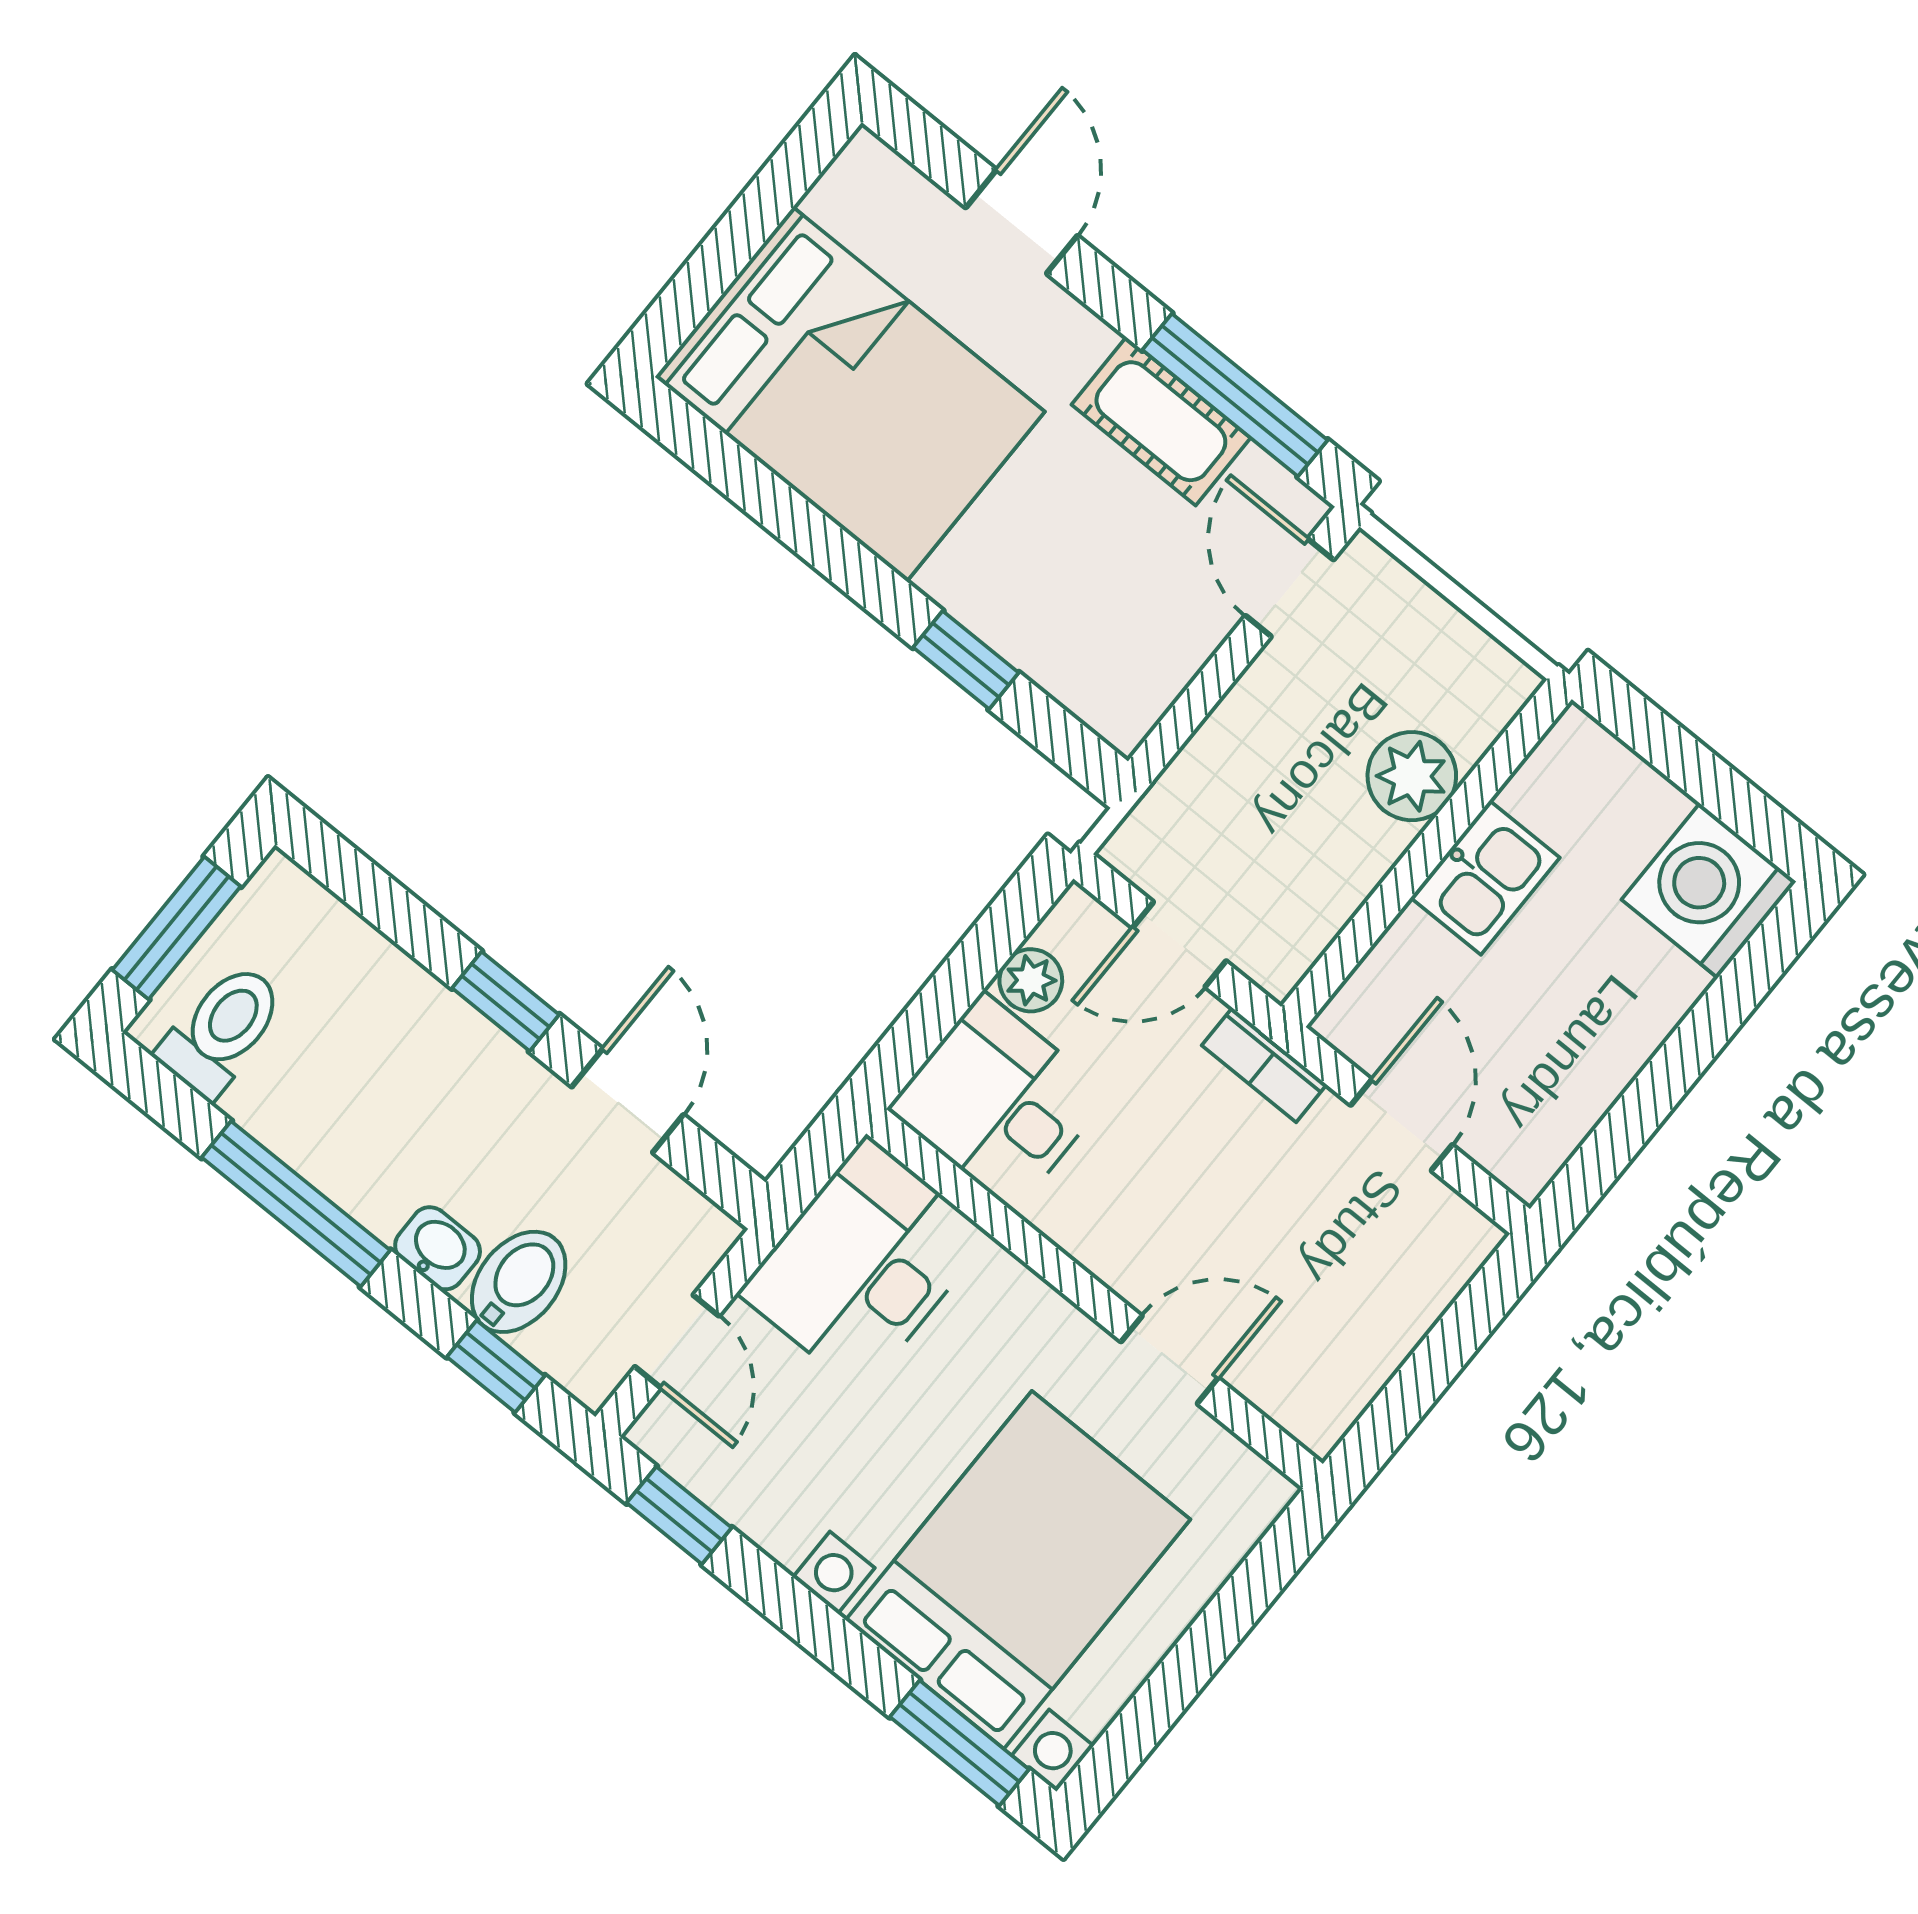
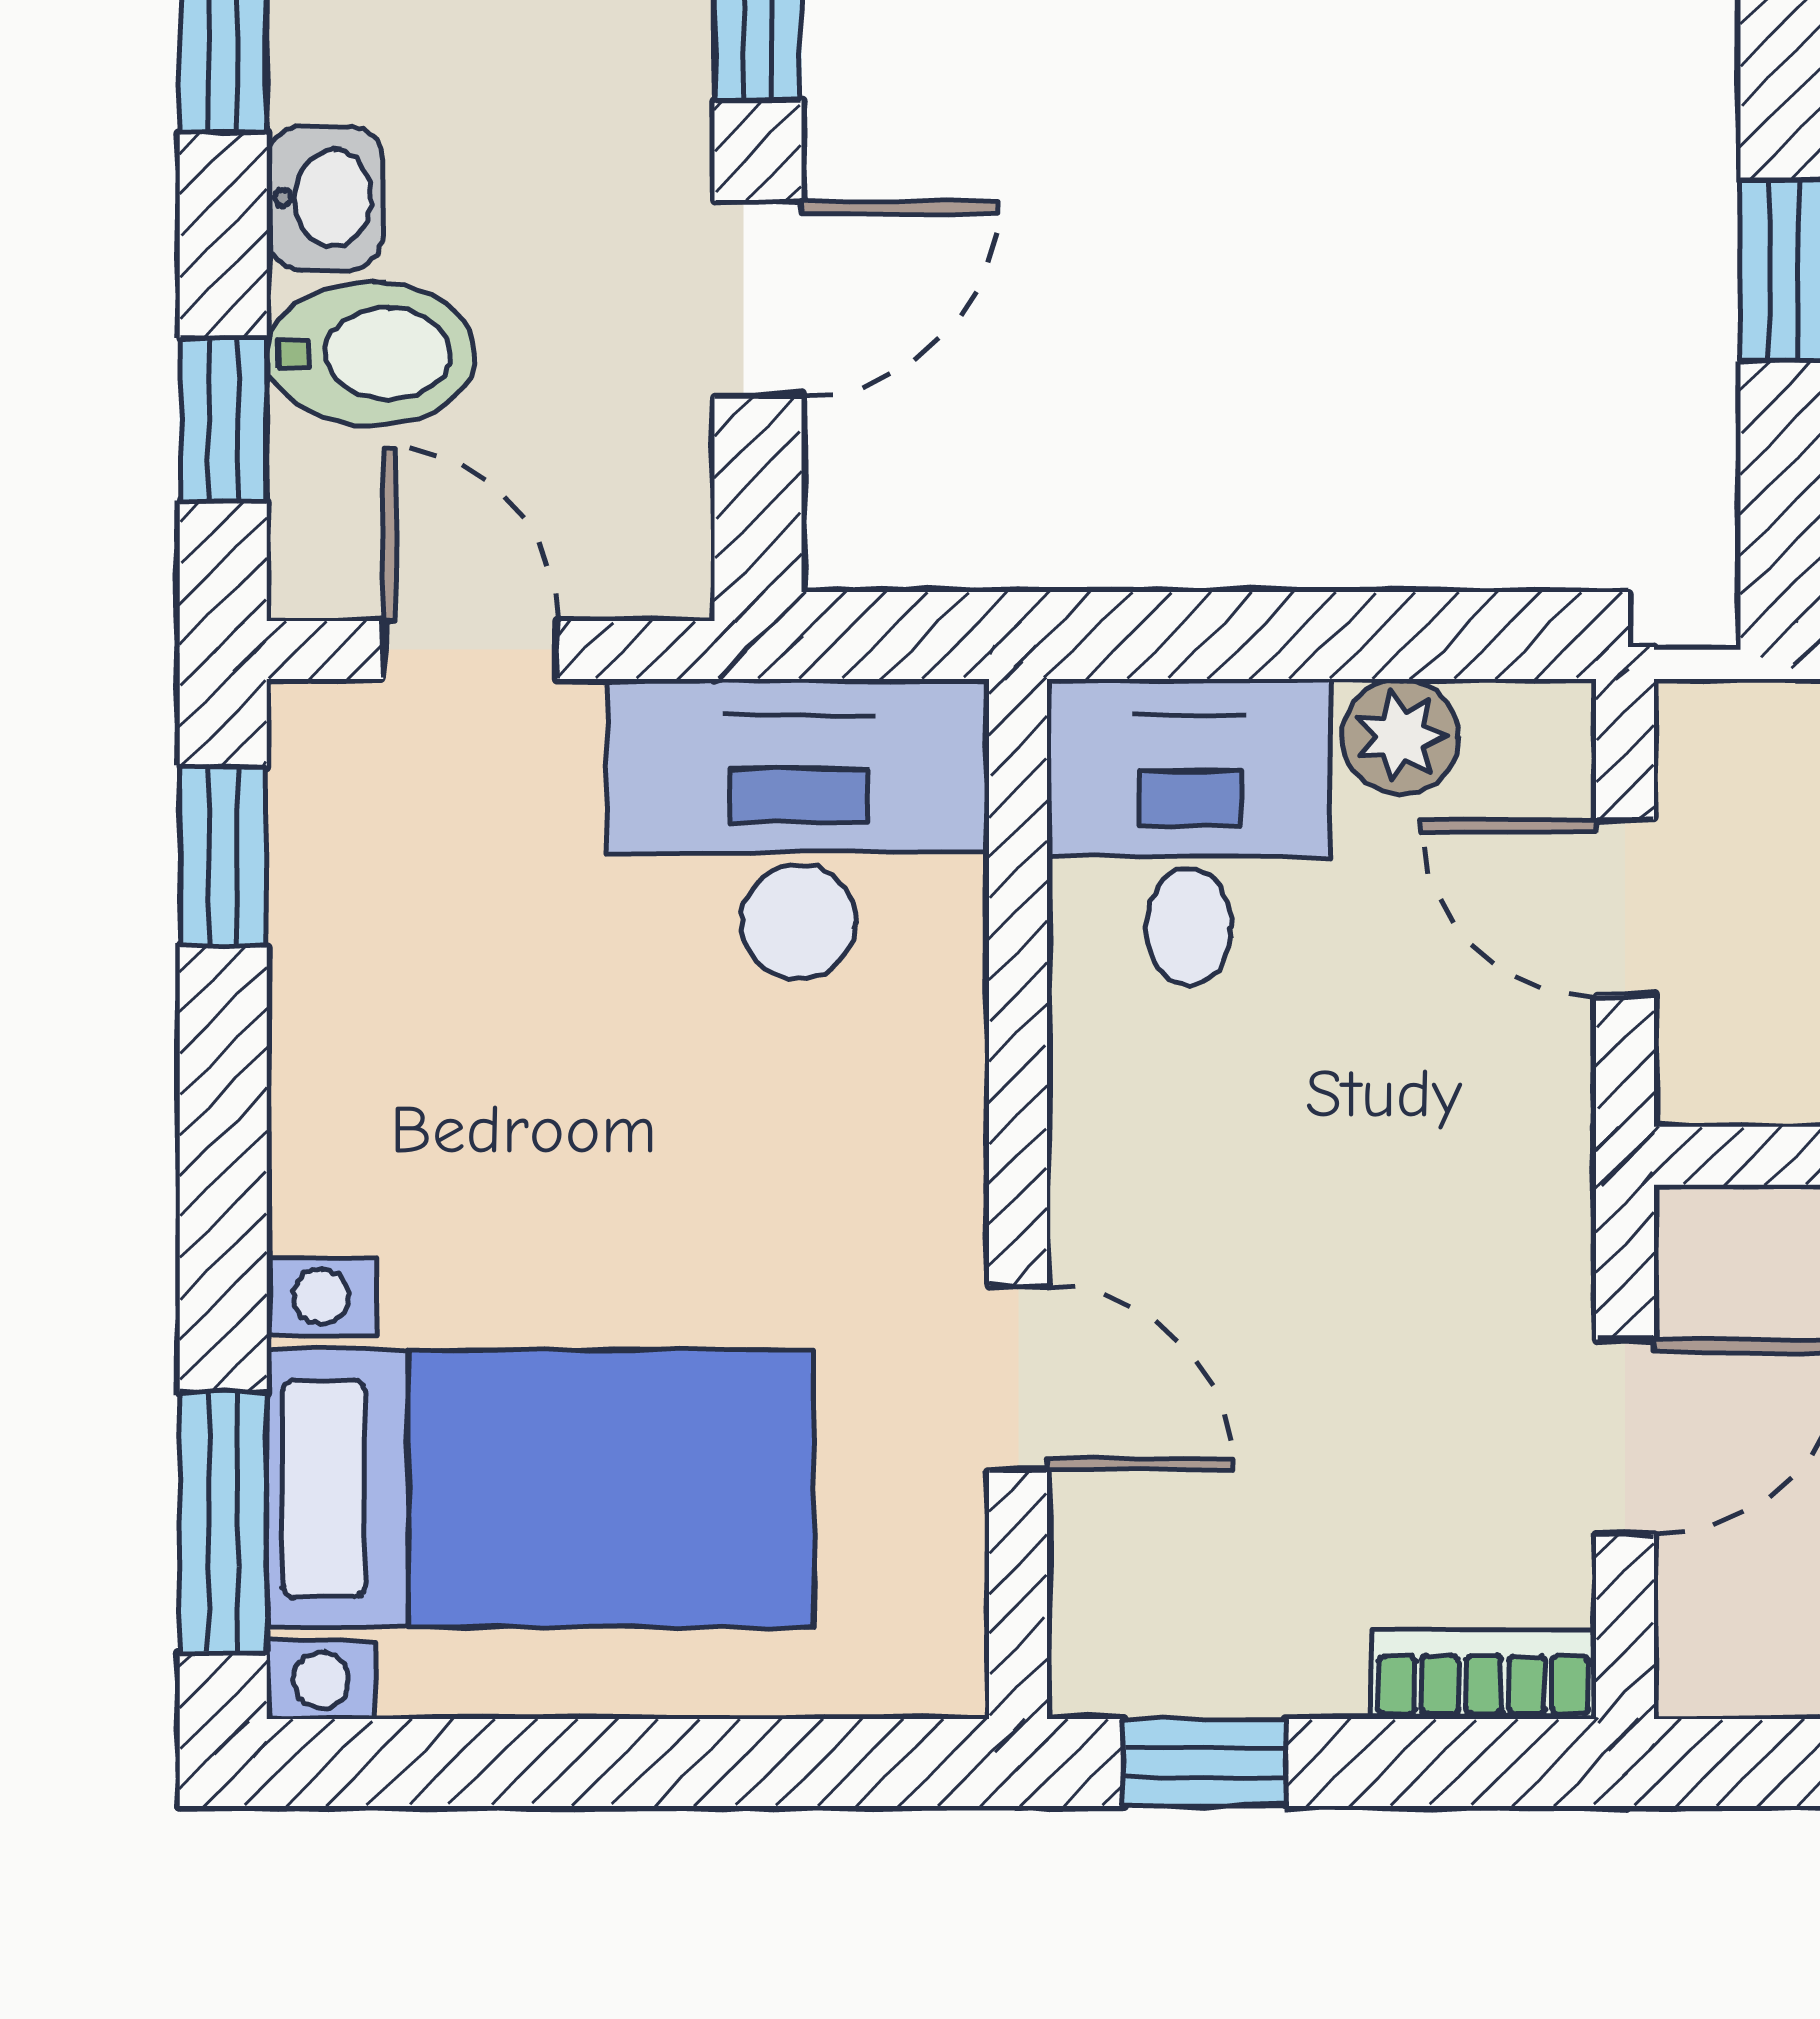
bookcase: (1264, 1065) -> (1484, 1674), moved, turned 90
door: (677, 1341) -> (470, 650), swing flipped
window: (1395, 1413) -> (1204, 1763), added
bed with nightstands: (1018, 1570) -> (540, 1488), width x0.73

